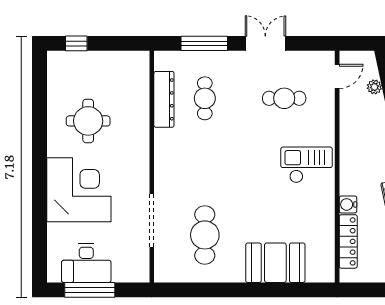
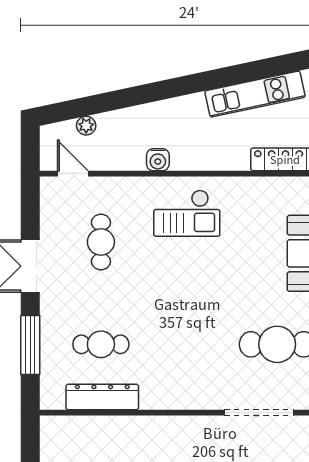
checkout: (307, 165) -> (187, 213), turned -90
water cooler: (348, 204) -> (158, 160), moved

